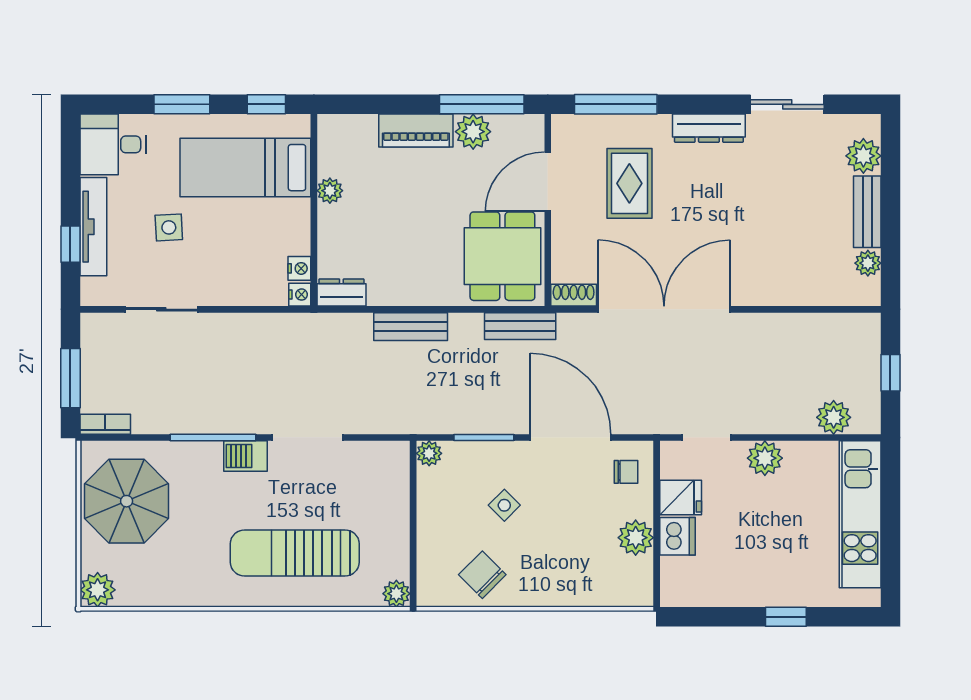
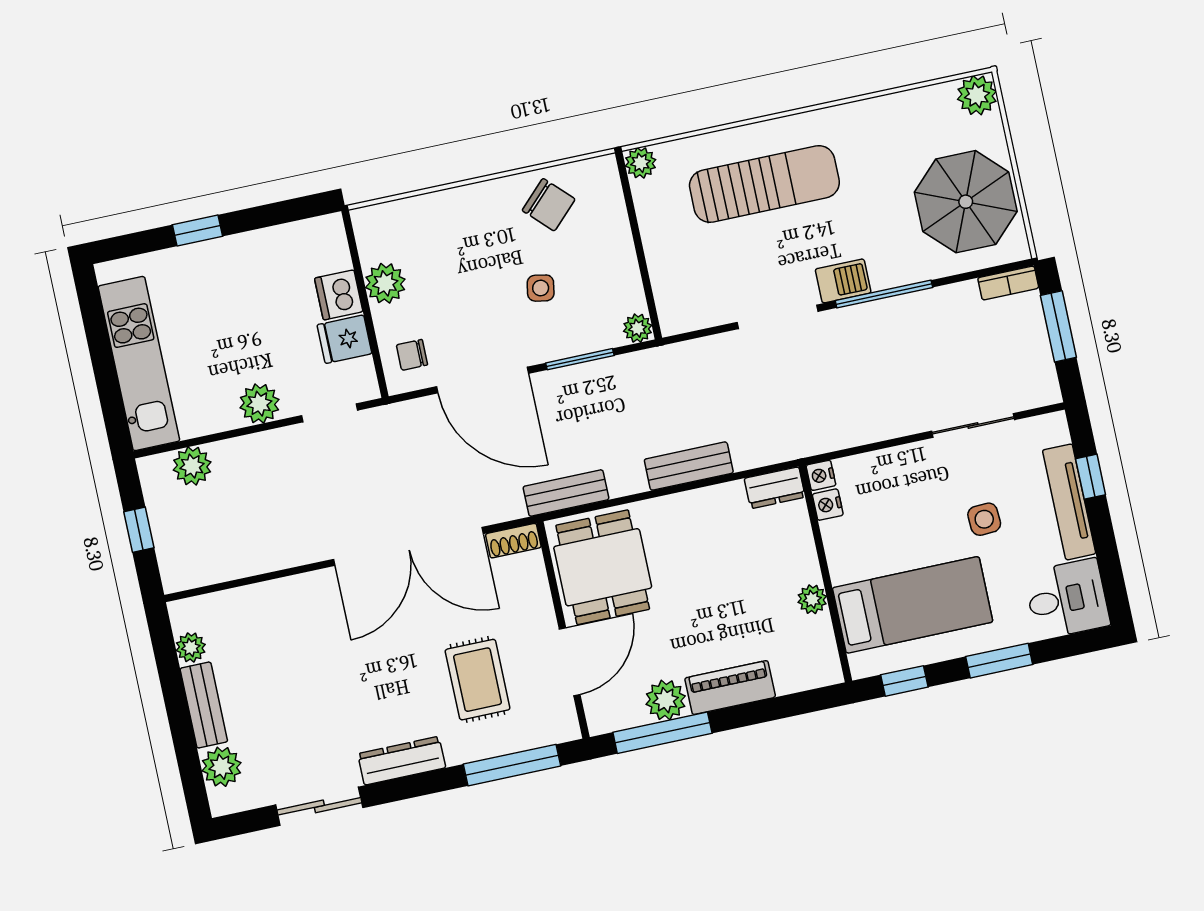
side table: (504, 505) -> (541, 288), turned -35

